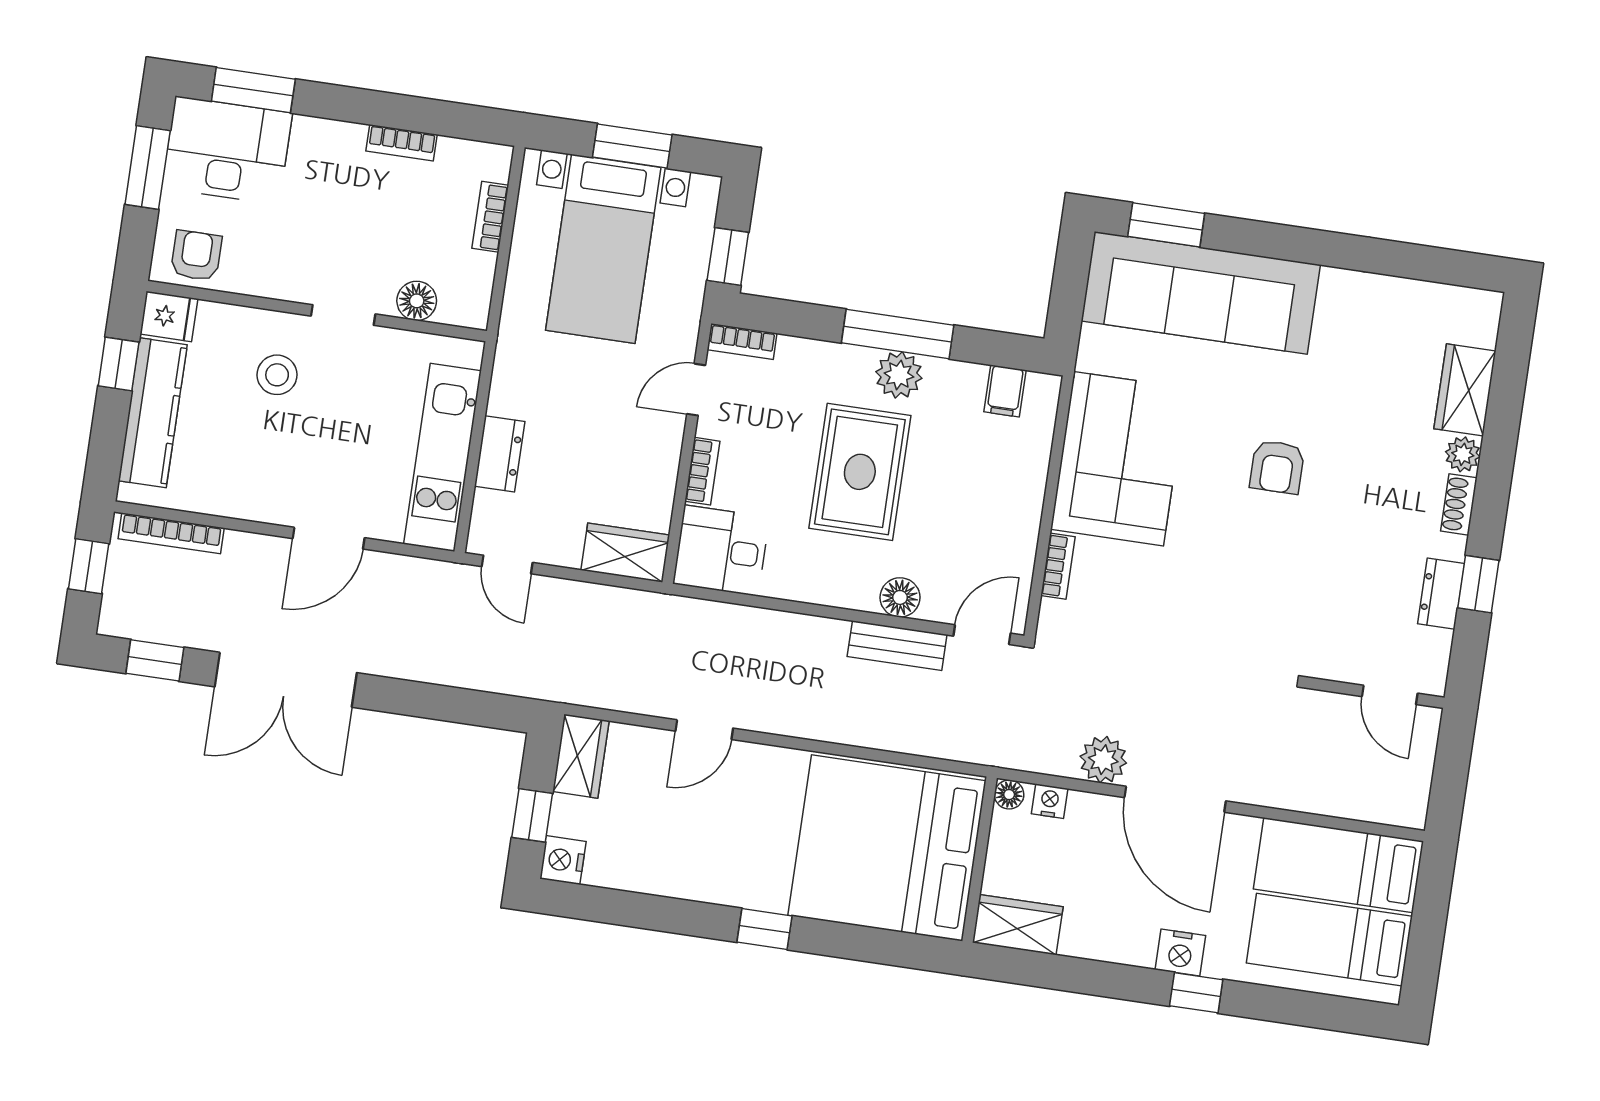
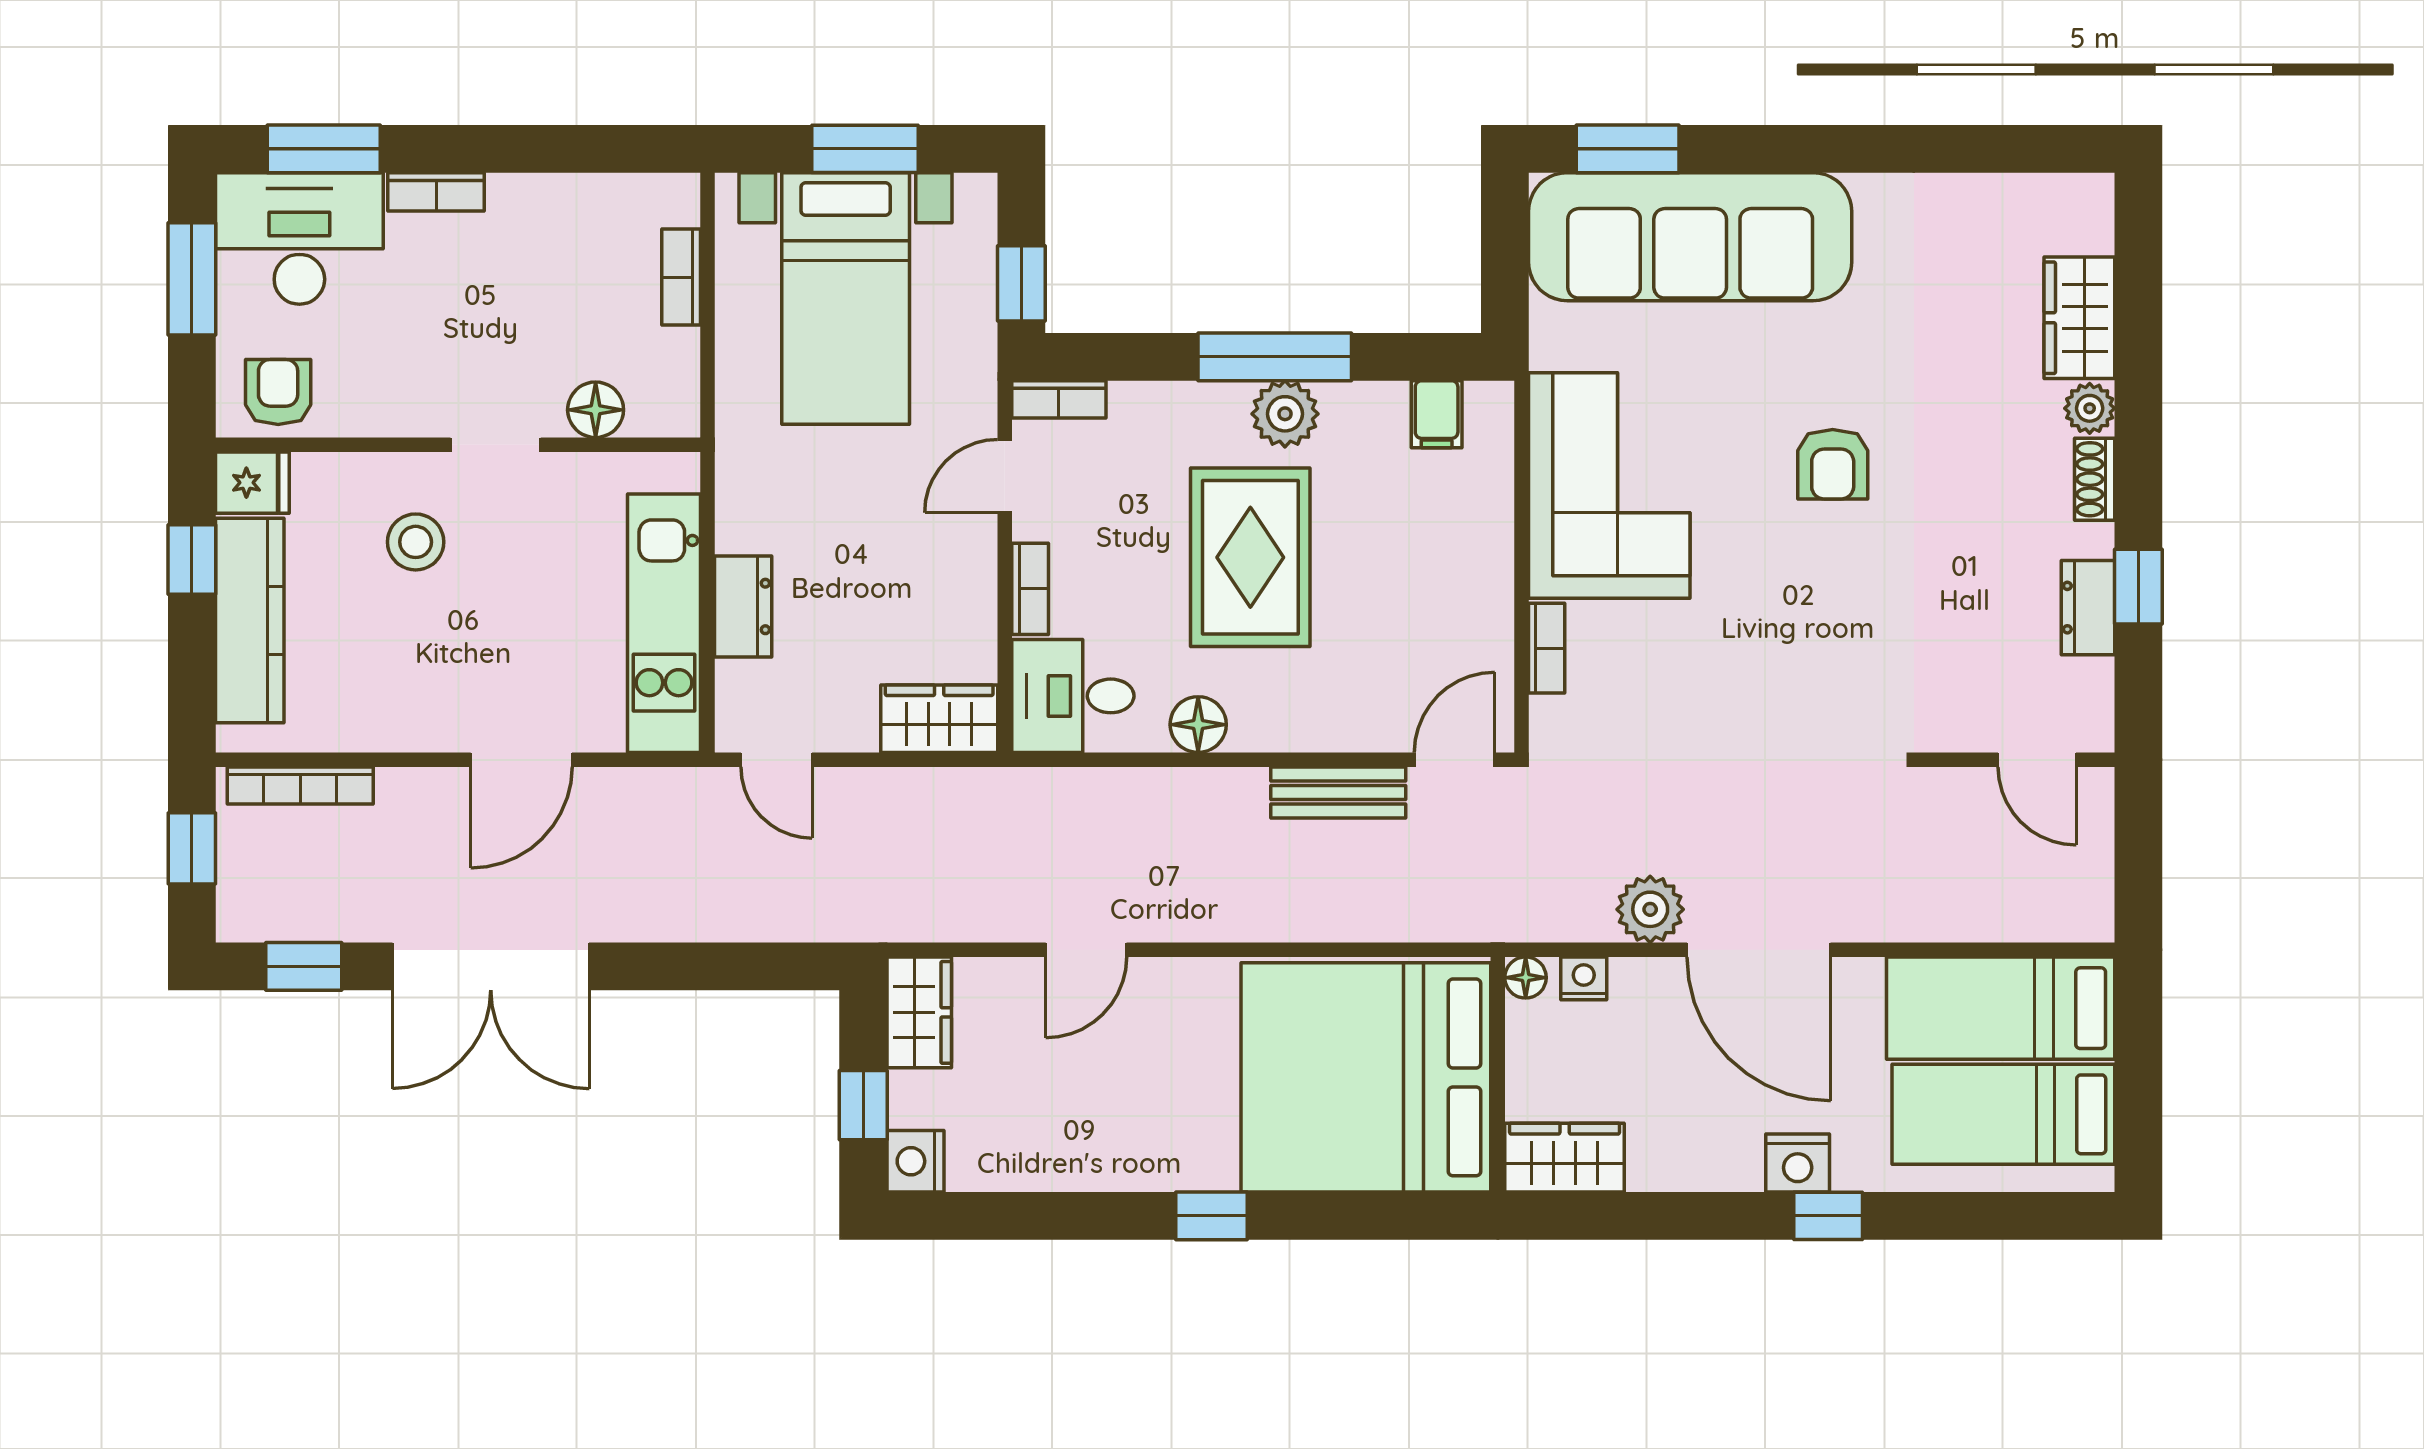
bookcase: (402, 143) -> (436, 192), moved
floor lamp: (900, 597) -> (1198, 725), moved

